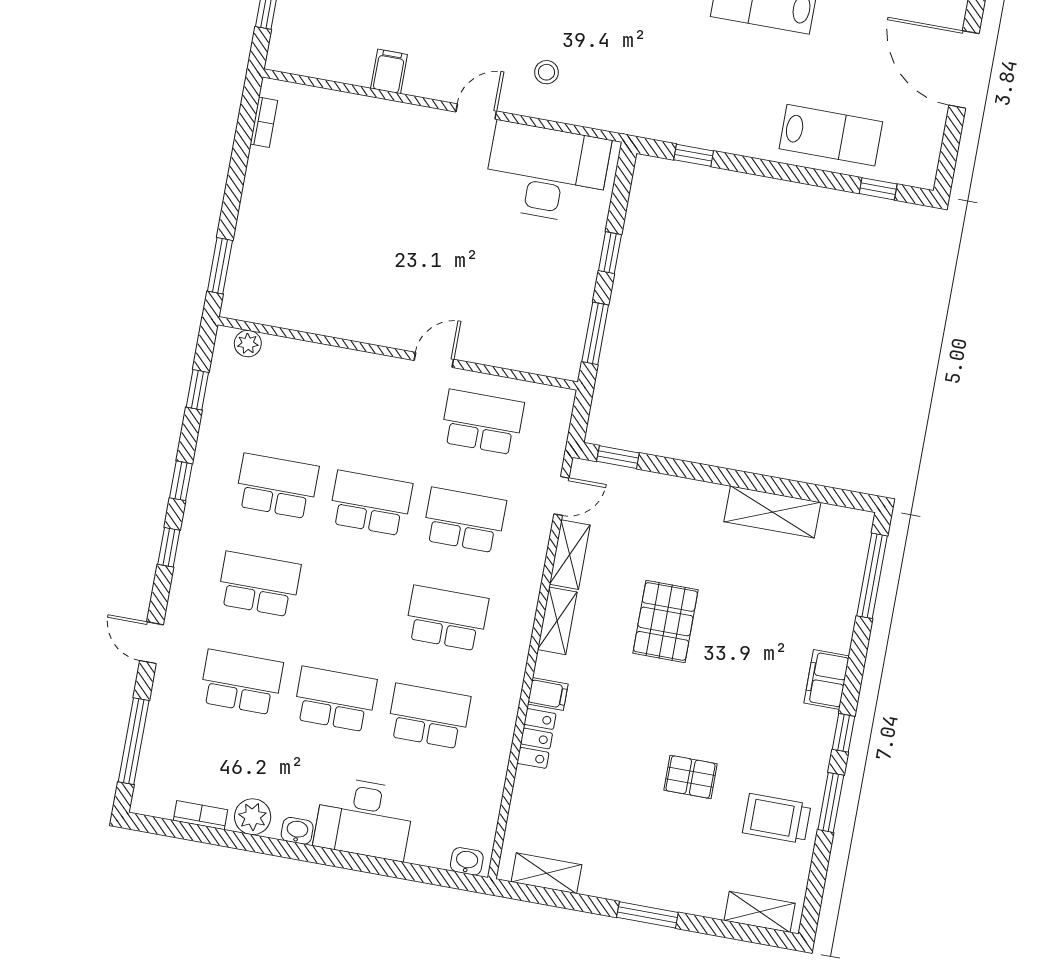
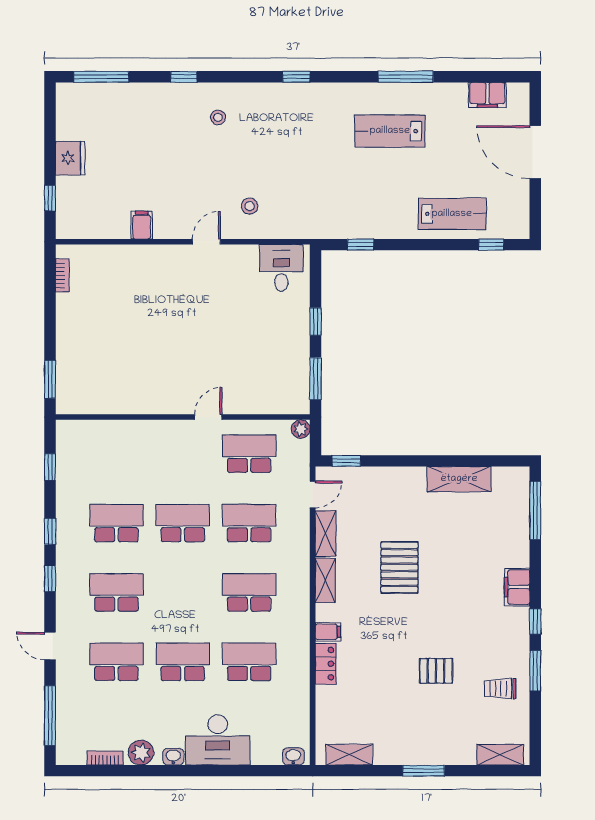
desk: (547, 173) -> (281, 268), width x0.53, depth x0.77
plant: (248, 344) -> (301, 429), moved
trolley: (777, 819) -> (500, 689), width x0.73, depth x0.72

